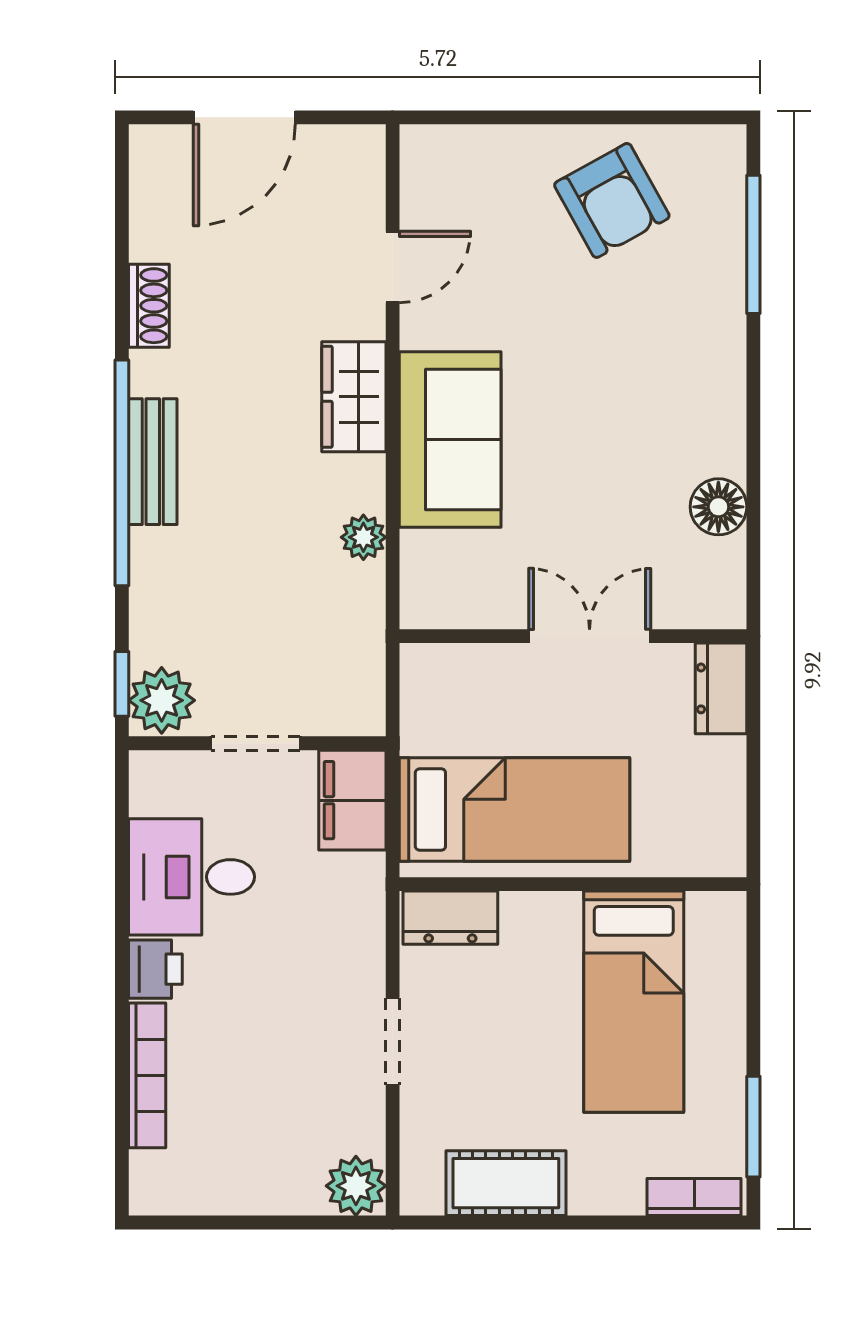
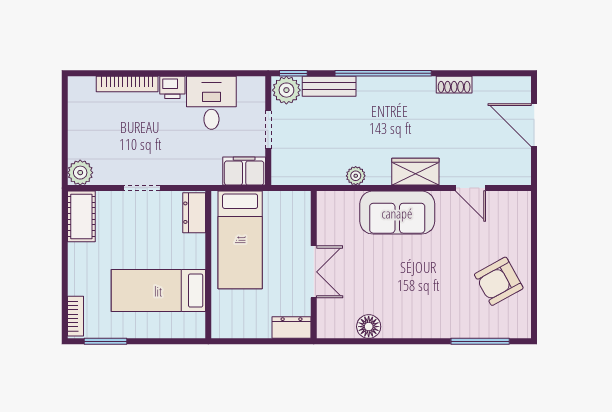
bench: (153, 462) -> (329, 86), moved
cot: (506, 1183) -> (81, 216), moved

